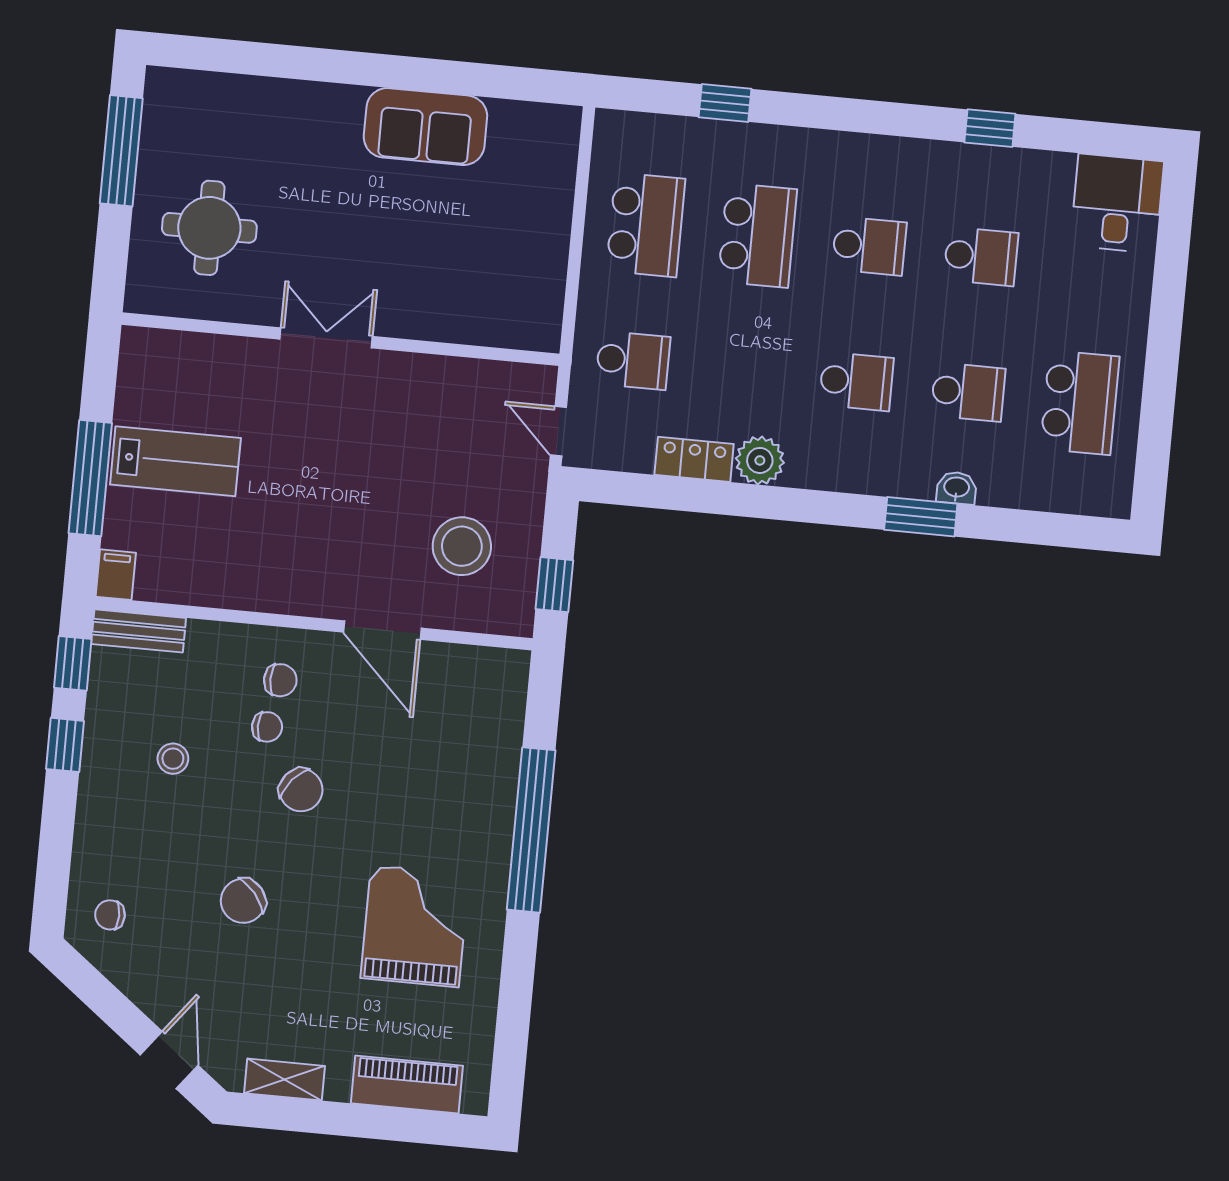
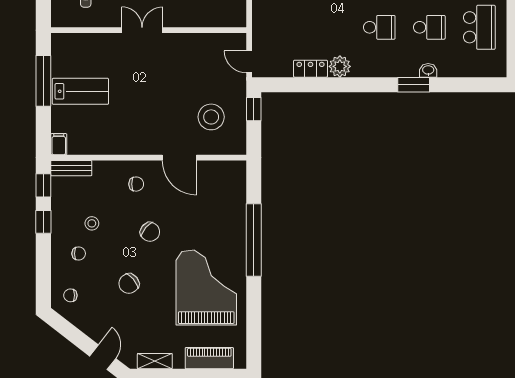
school desk: (633, 360) -> (279, 27), removed
window: (90, 478) -> (43, 81), moved
window: (554, 585) -> (254, 109), moved
chair: (267, 727) -> (79, 254), moved
grand piano: (415, 926) -> (206, 288), width x1.37, depth x1.48

